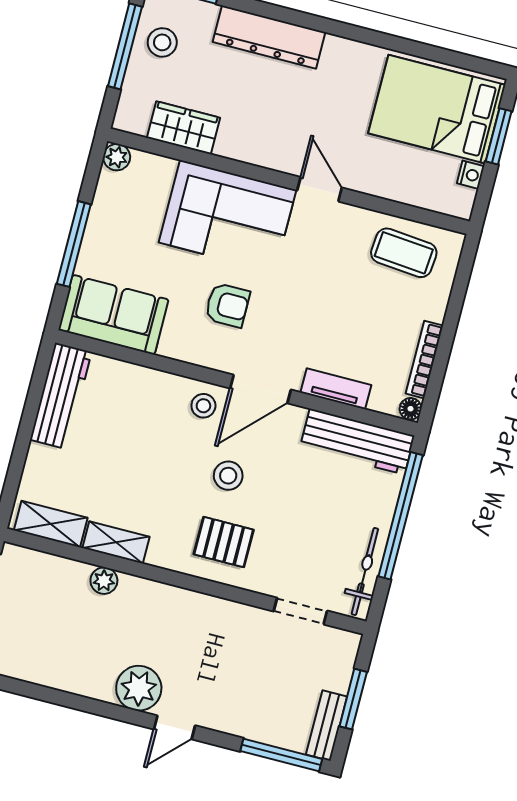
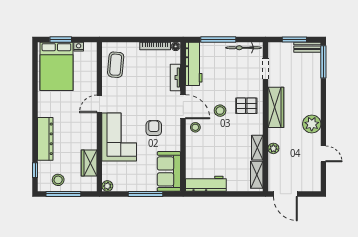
window: (401, 516) -> (218, 39), width x0.68
pallet: (224, 542) -> (246, 106), turned 90
wardrobe: (201, 612) -> (276, 107), added
door: (175, 727) -> (323, 154), moved

